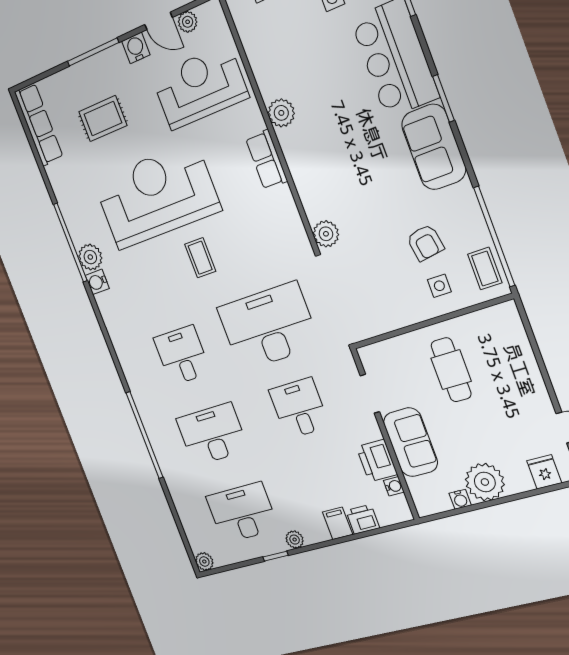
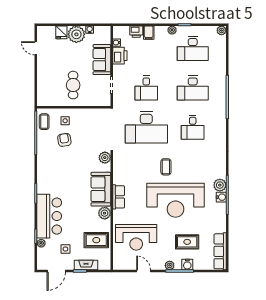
plant: (188, 22) -> (170, 265), moved
rug: (276, 46) -> (96, 240), added
water cooler: (136, 48) -> (187, 265), moved
sofa: (434, 147) -> (101, 189), moved, turned 180
water cooler: (97, 282) -> (221, 197), moved
fridge: (544, 472) -> (61, 32), moved

